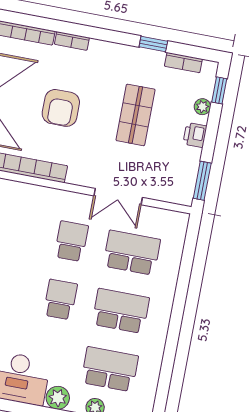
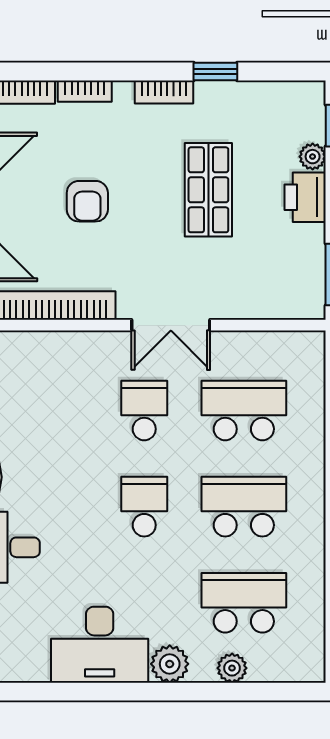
bookcase: (183, 63) -> (164, 92), moved
armchair: (61, 108) -> (87, 201), width x0.72, depth x0.72
printer: (195, 135) -> (305, 197), width x1.36, depth x1.24
double door: (118, 197) -> (171, 325), moved

